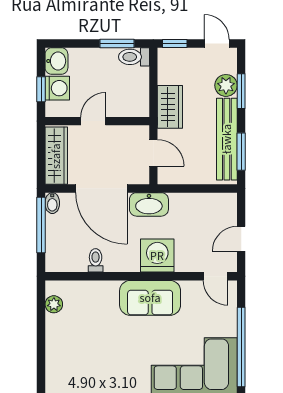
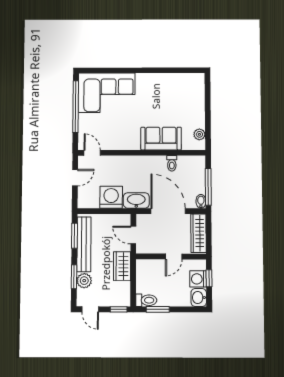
washing machine: (157, 256) -> (111, 197), moved, turned 180
sofa: (150, 298) -> (161, 139), moved

